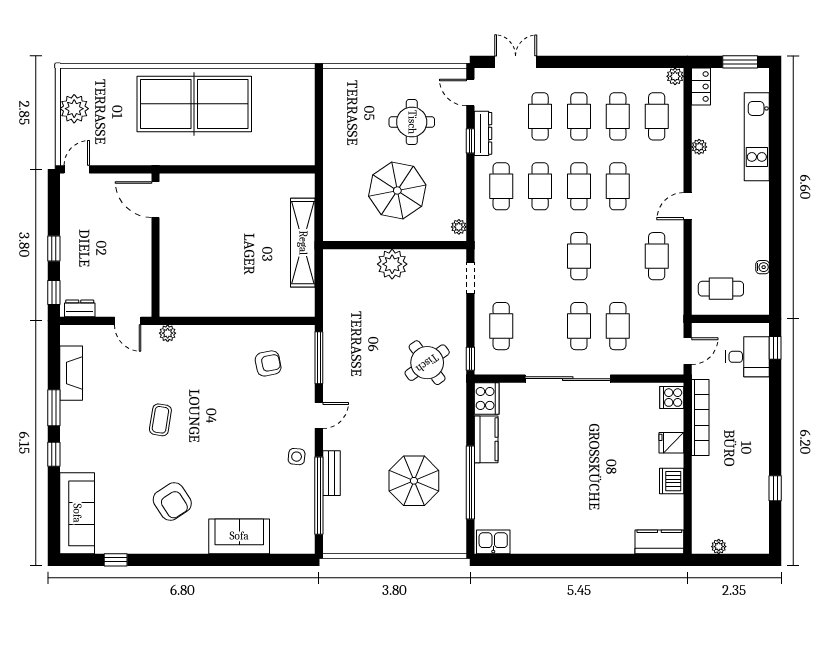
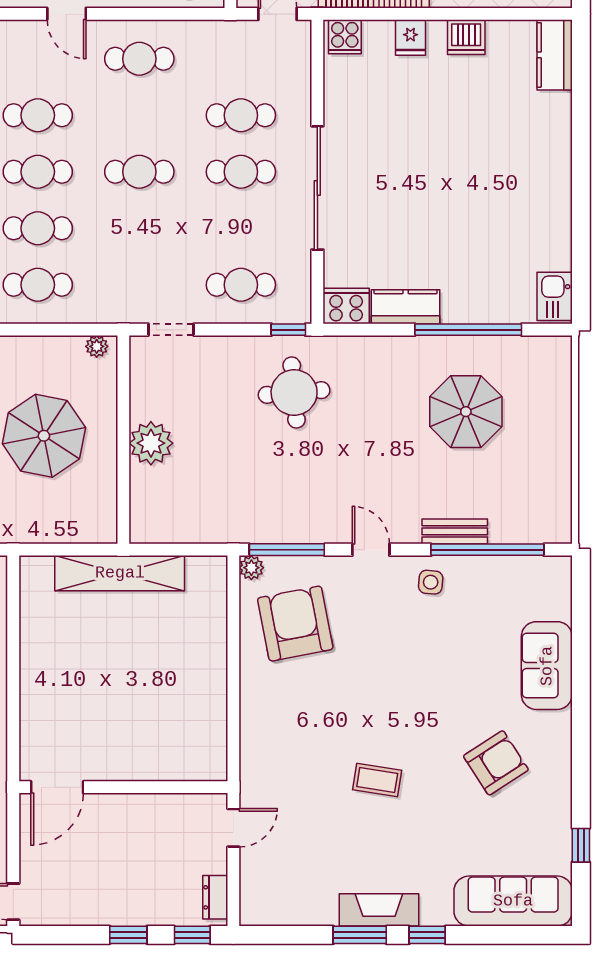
plant: (168, 333) -> (251, 568), moved
armchair: (268, 363) -> (295, 624), width x1.88, depth x1.88
round table: (427, 363) -> (294, 392), turned 31
fireplace: (71, 373) -> (379, 910), moved

